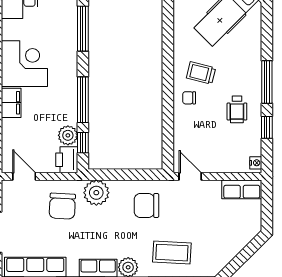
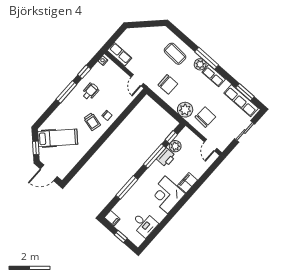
printer: (67, 160) -> (166, 157), moved

